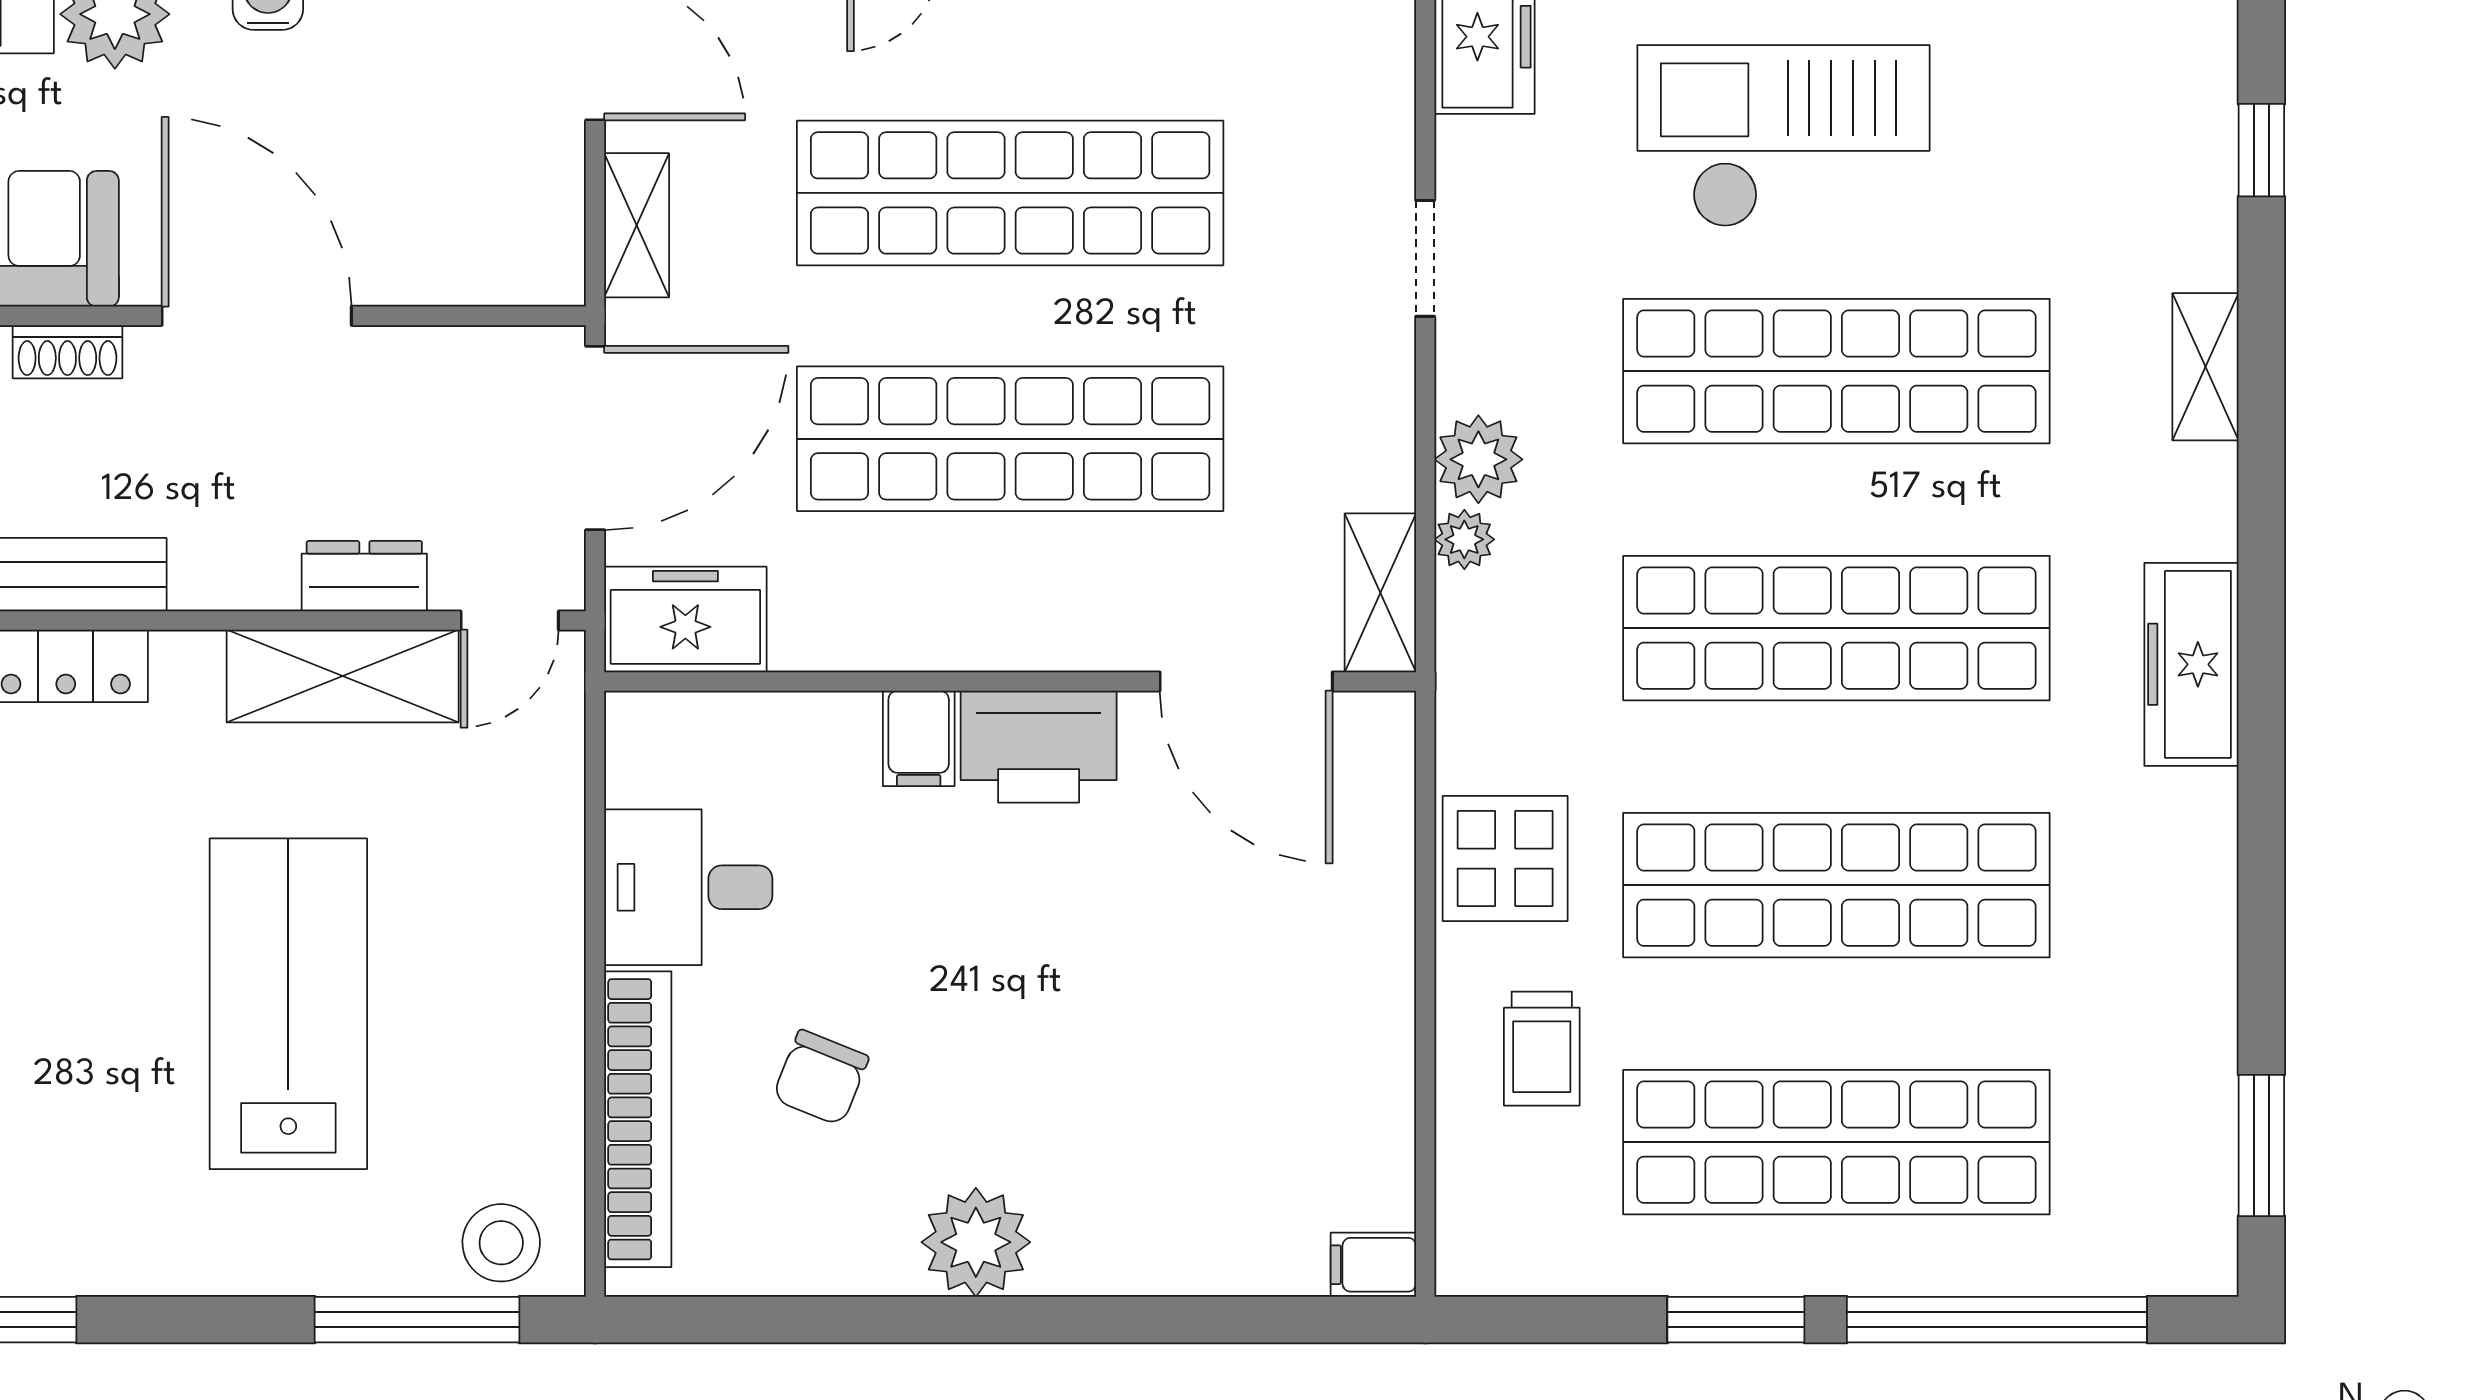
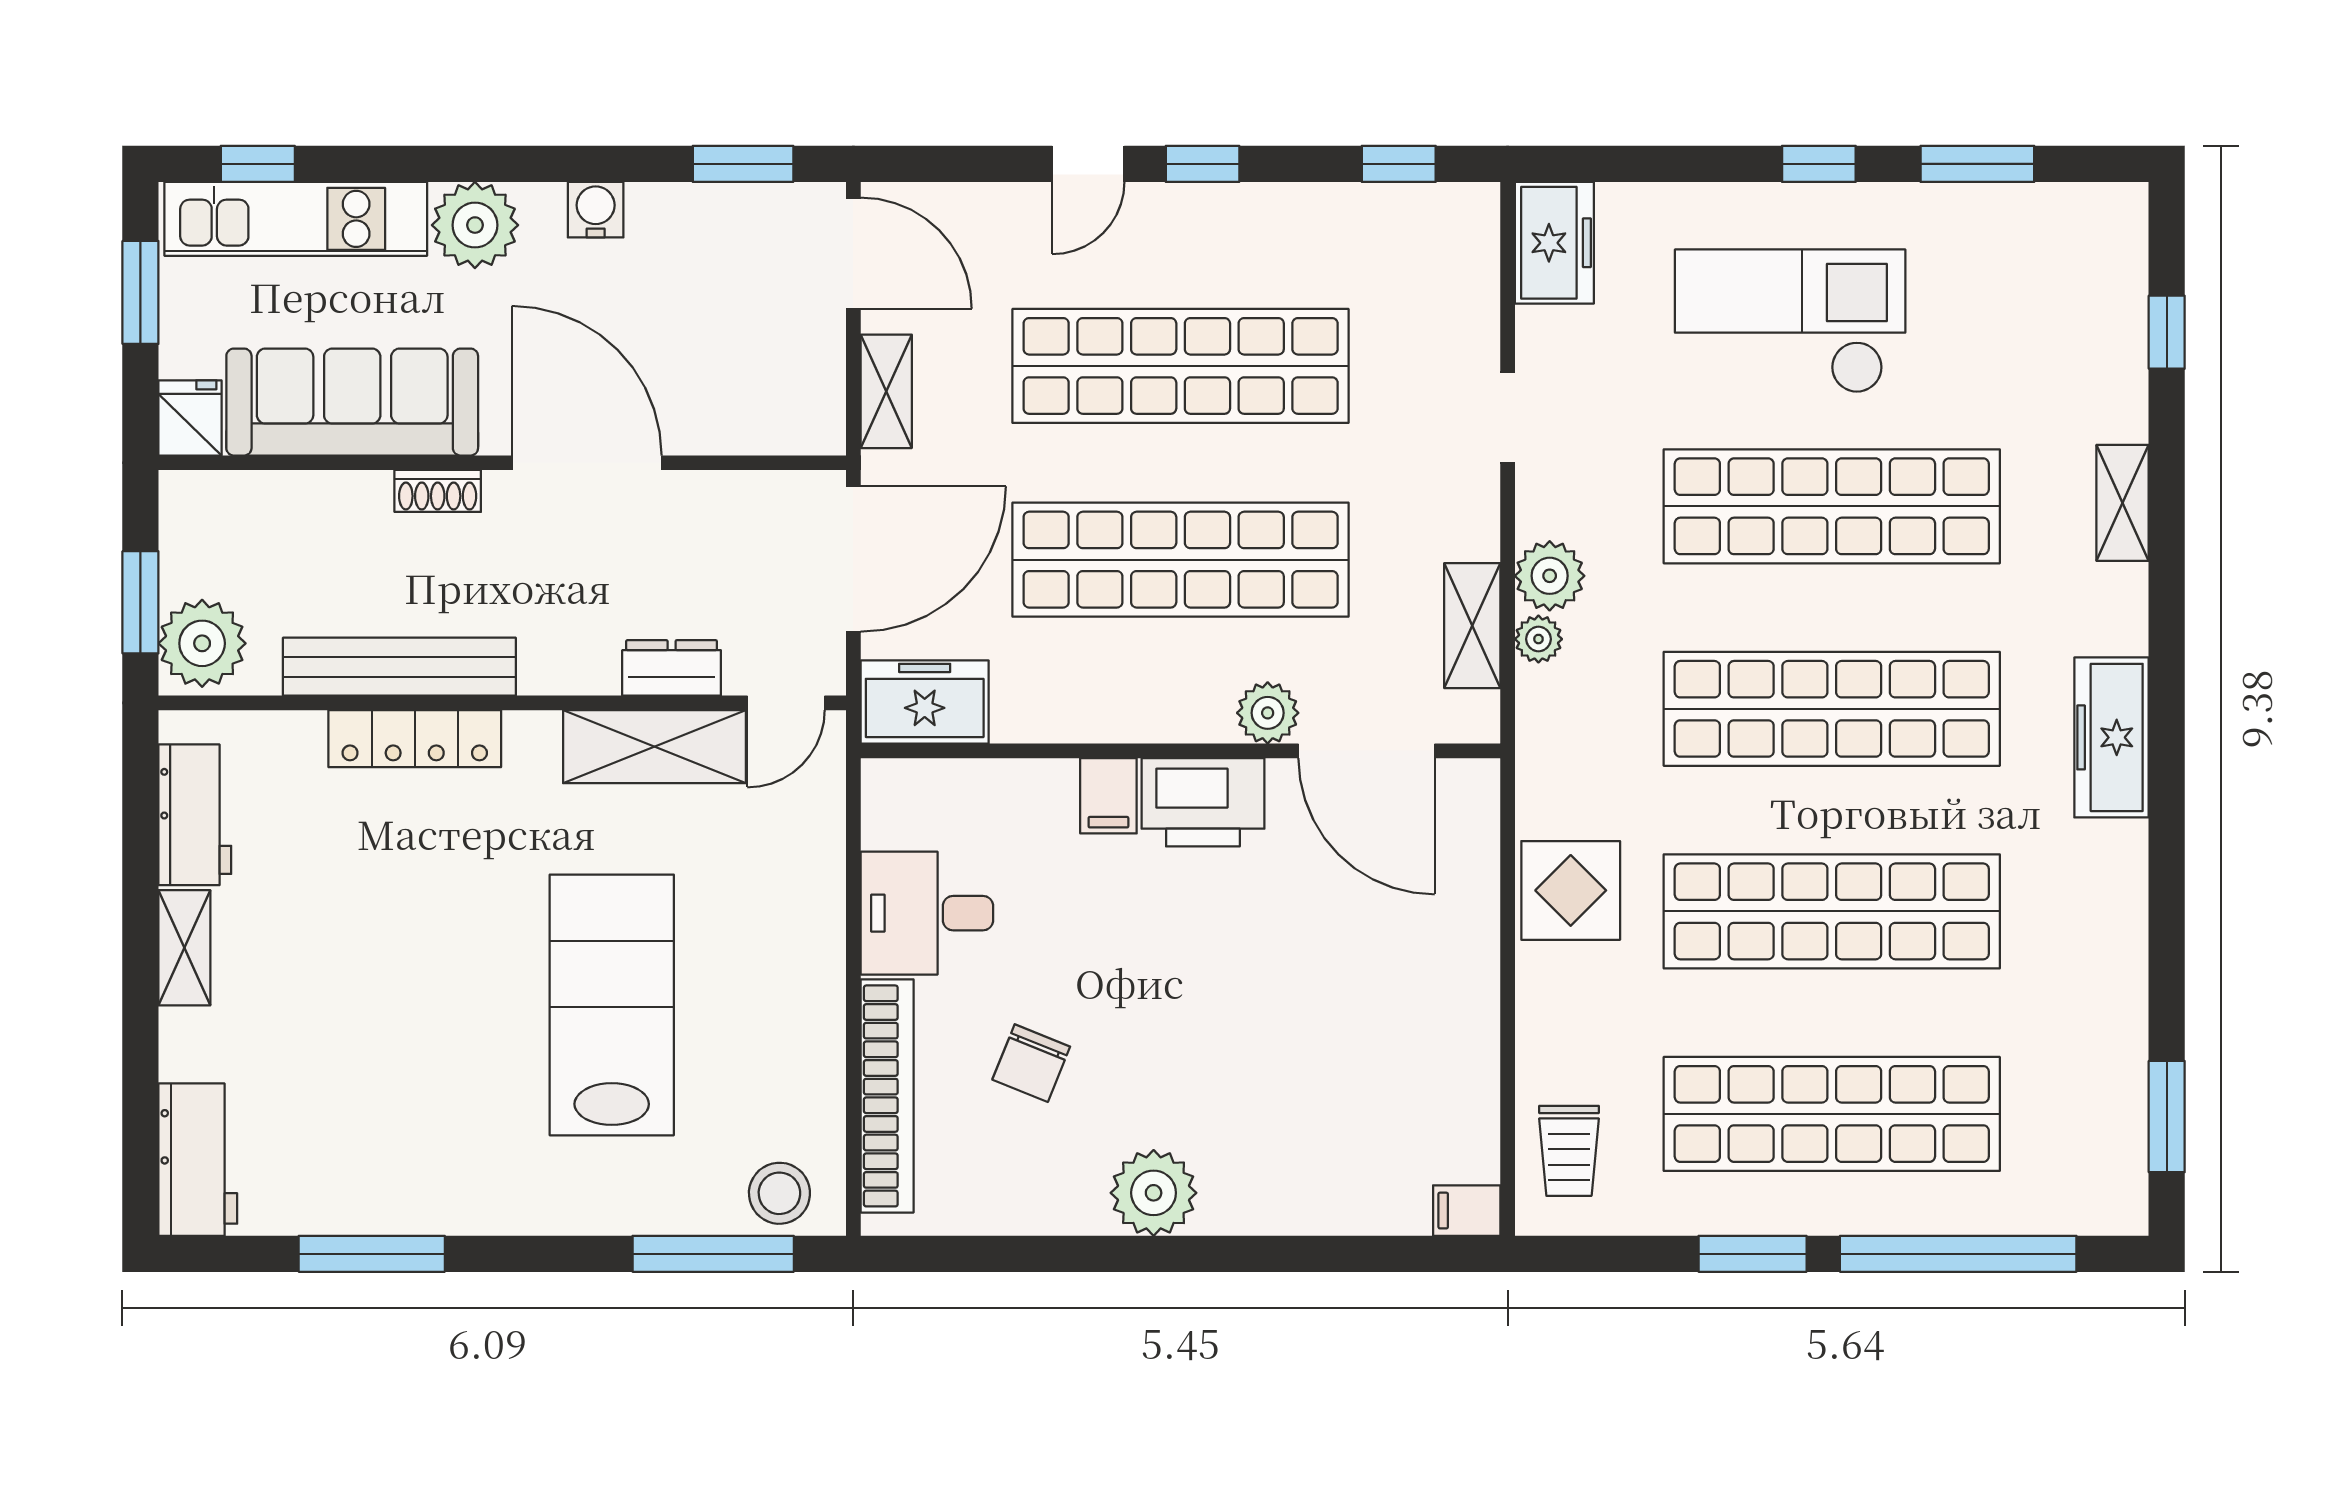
shelving: (1380, 593) -> (1472, 626), moved
plant: (1121, 633) -> (1268, 713), added
trolley: (1542, 1049) -> (1569, 1151), moved

